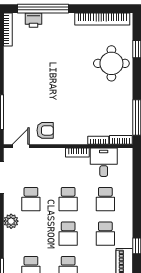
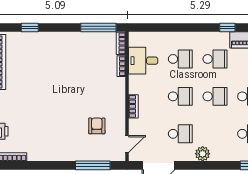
round table: (111, 63) -> (44, 53), removed
armchair: (45, 130) -> (97, 126), moved
door: (21, 146) -> (127, 144), swing flipped
bookcase: (77, 152) -> (133, 106), moved

